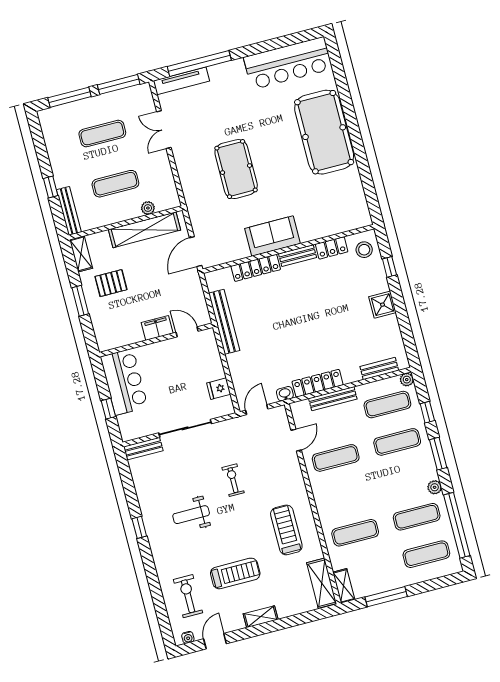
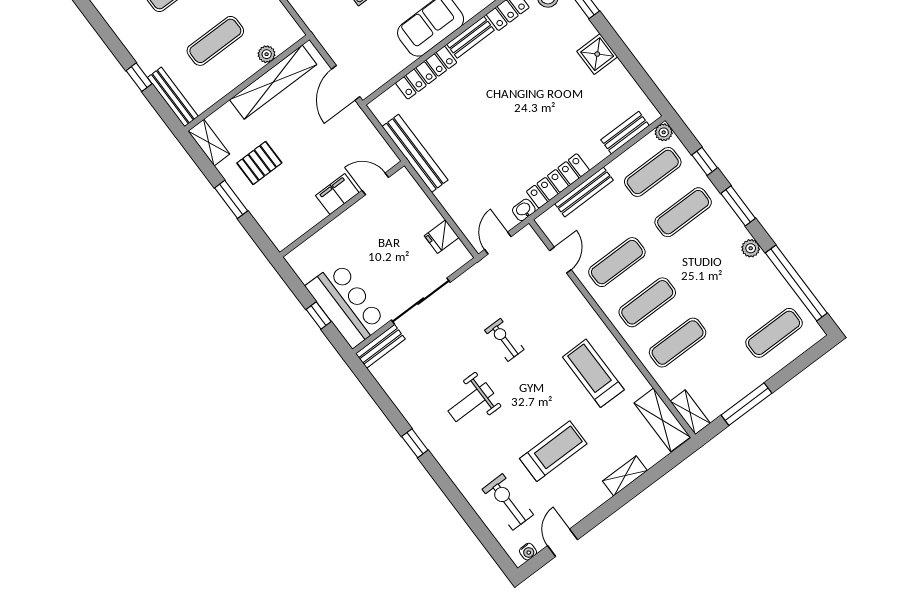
bar counter: (124, 382) -> (346, 304), moved
exercise mat: (417, 517) -> (647, 302), moved
shelving: (261, 617) -> (625, 476), moved

